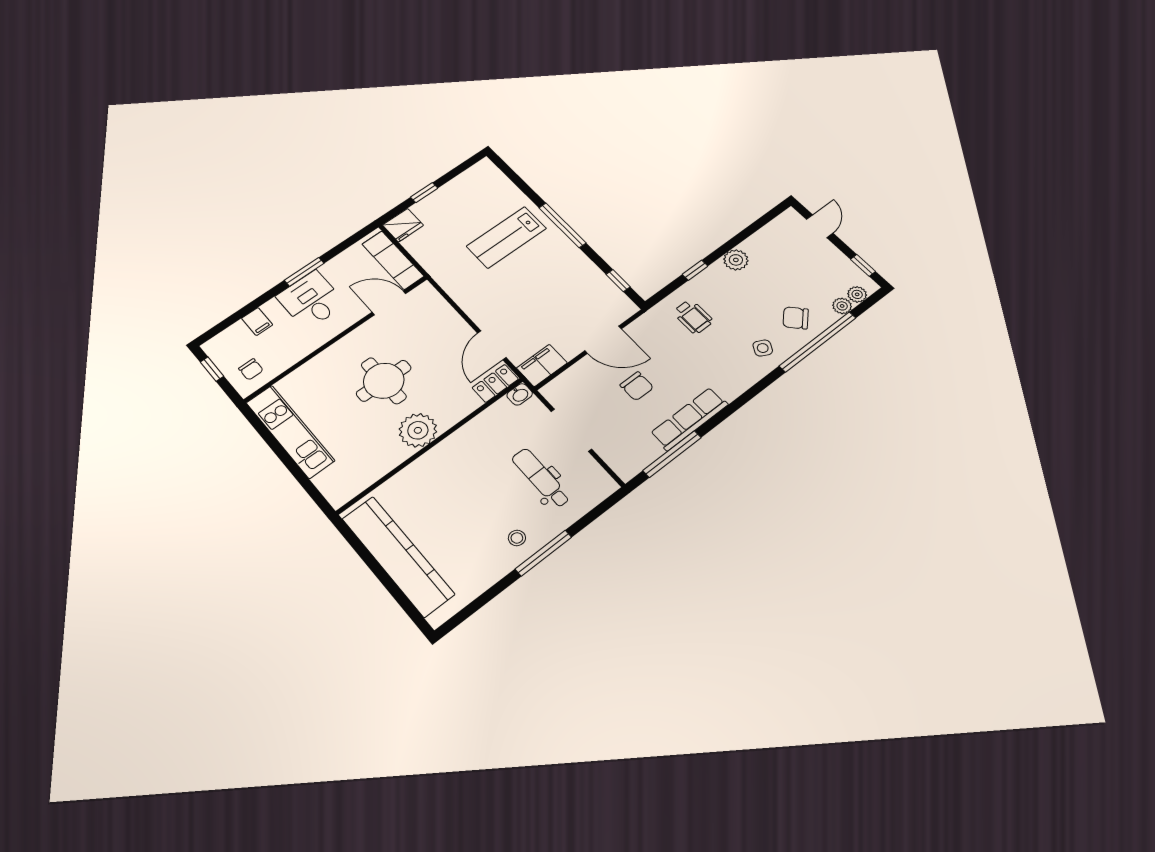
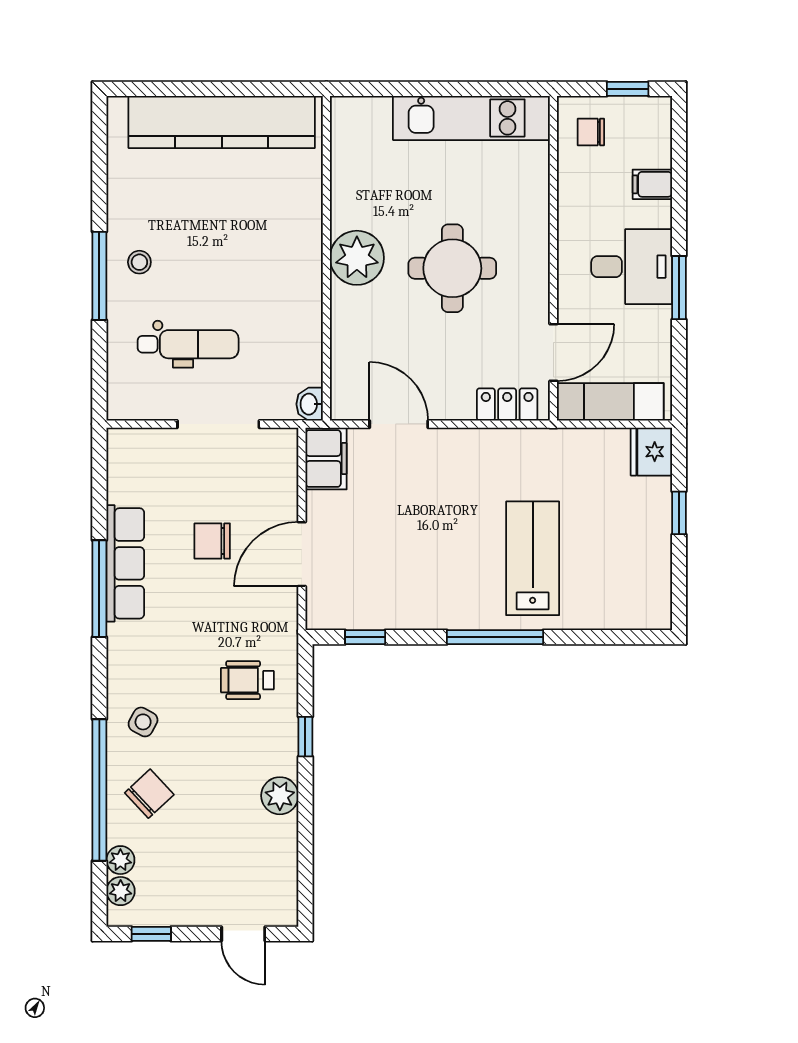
locker: (495, 383) -> (507, 404), moved, turned -90
window: (672, 454) -> (99, 589), moved

